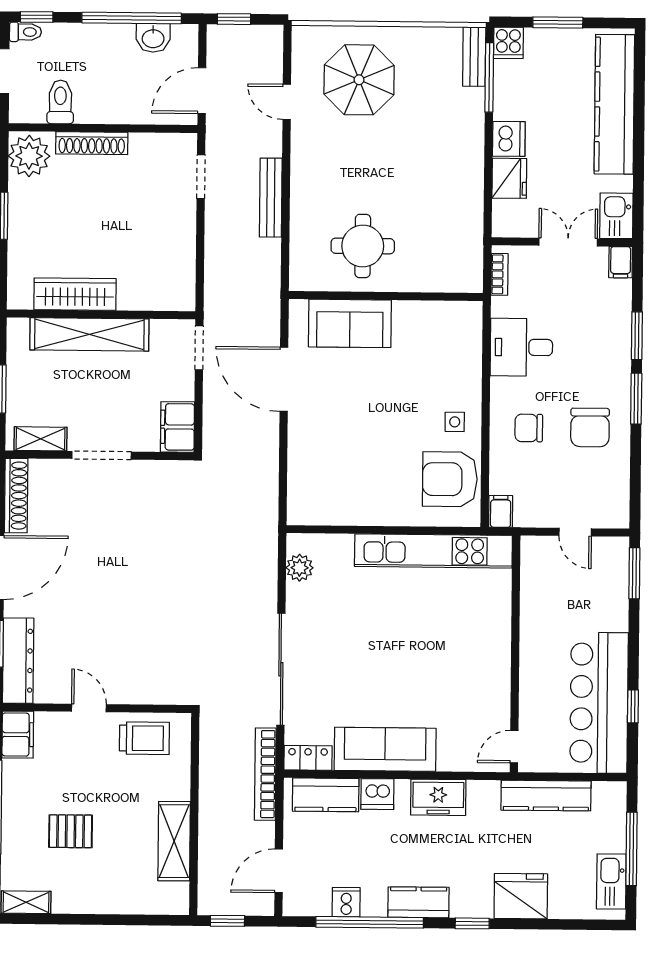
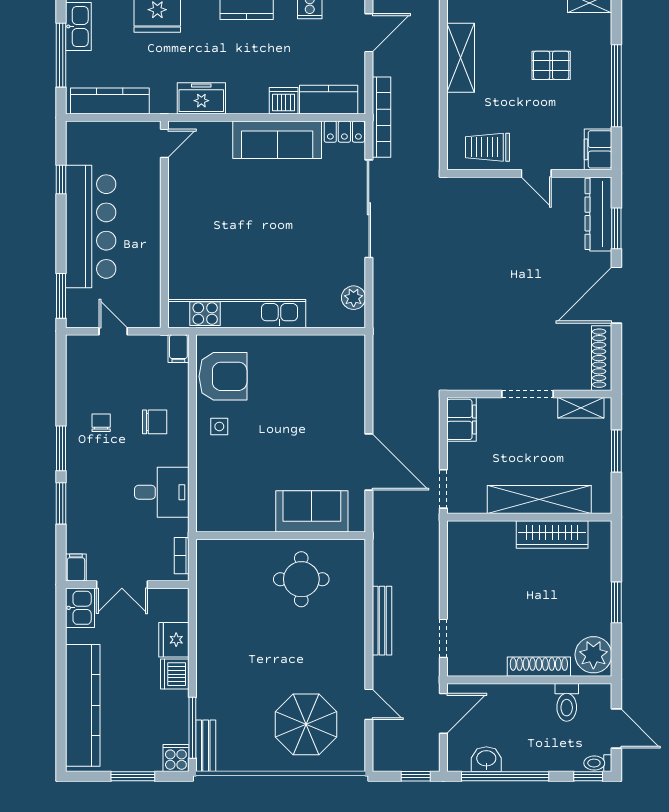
chair: (590, 428) -> (101, 423), width x0.54, depth x0.54
bar counter: (599, 703) -> (91, 227), moved
kitchen counter: (546, 796) -> (110, 101), moved
freezer: (438, 797) -> (201, 98), moved

